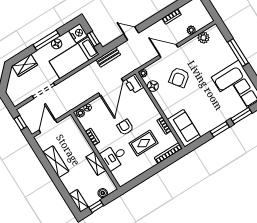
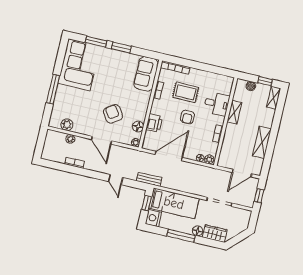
floor lamp: (57, 44) -> (197, 231), moved
armchair: (179, 77) -> (113, 114), turned -87
printer: (134, 84) -> (154, 123), moved

